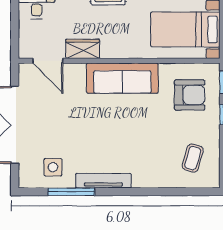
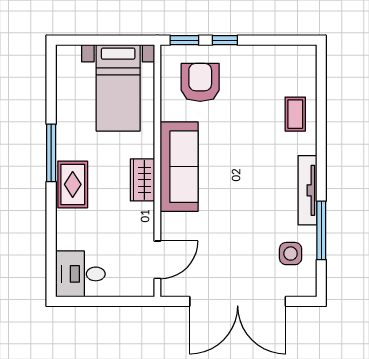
wardrobe: (83, 49) -> (142, 180), moved
coffee table: (193, 158) -> (295, 114), moved, turned 74

